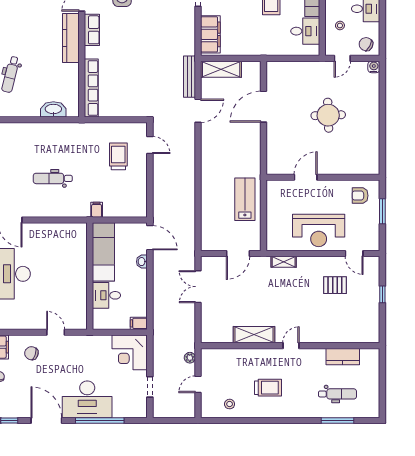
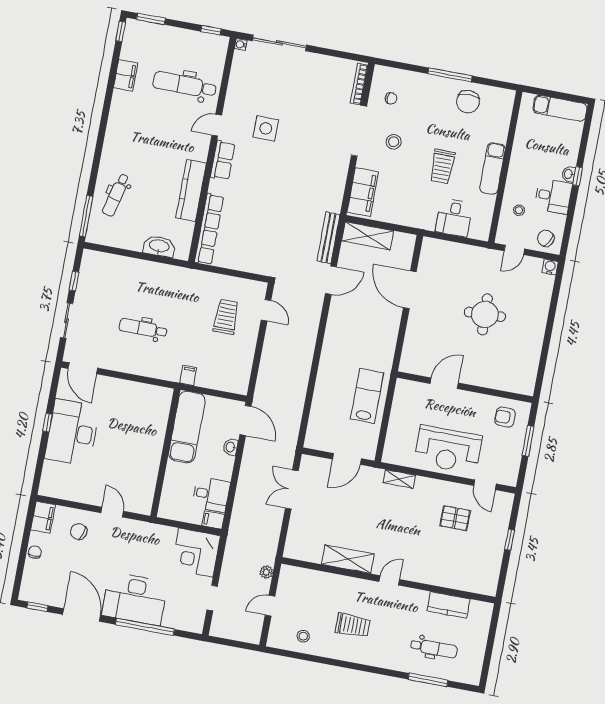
desk: (305, 31) -> (454, 218), moved, turned 90
kitchen counter: (71, 38) -> (191, 190), moved
door: (263, 107) -> (410, 290), hinge flipped
desk: (106, 295) -> (211, 494), moved, turned 180

